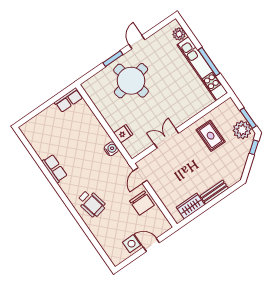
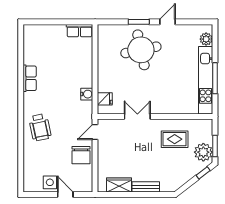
fridge: (123, 134) -> (105, 99), moved
rug: (211, 136) -> (175, 139), turned 90

